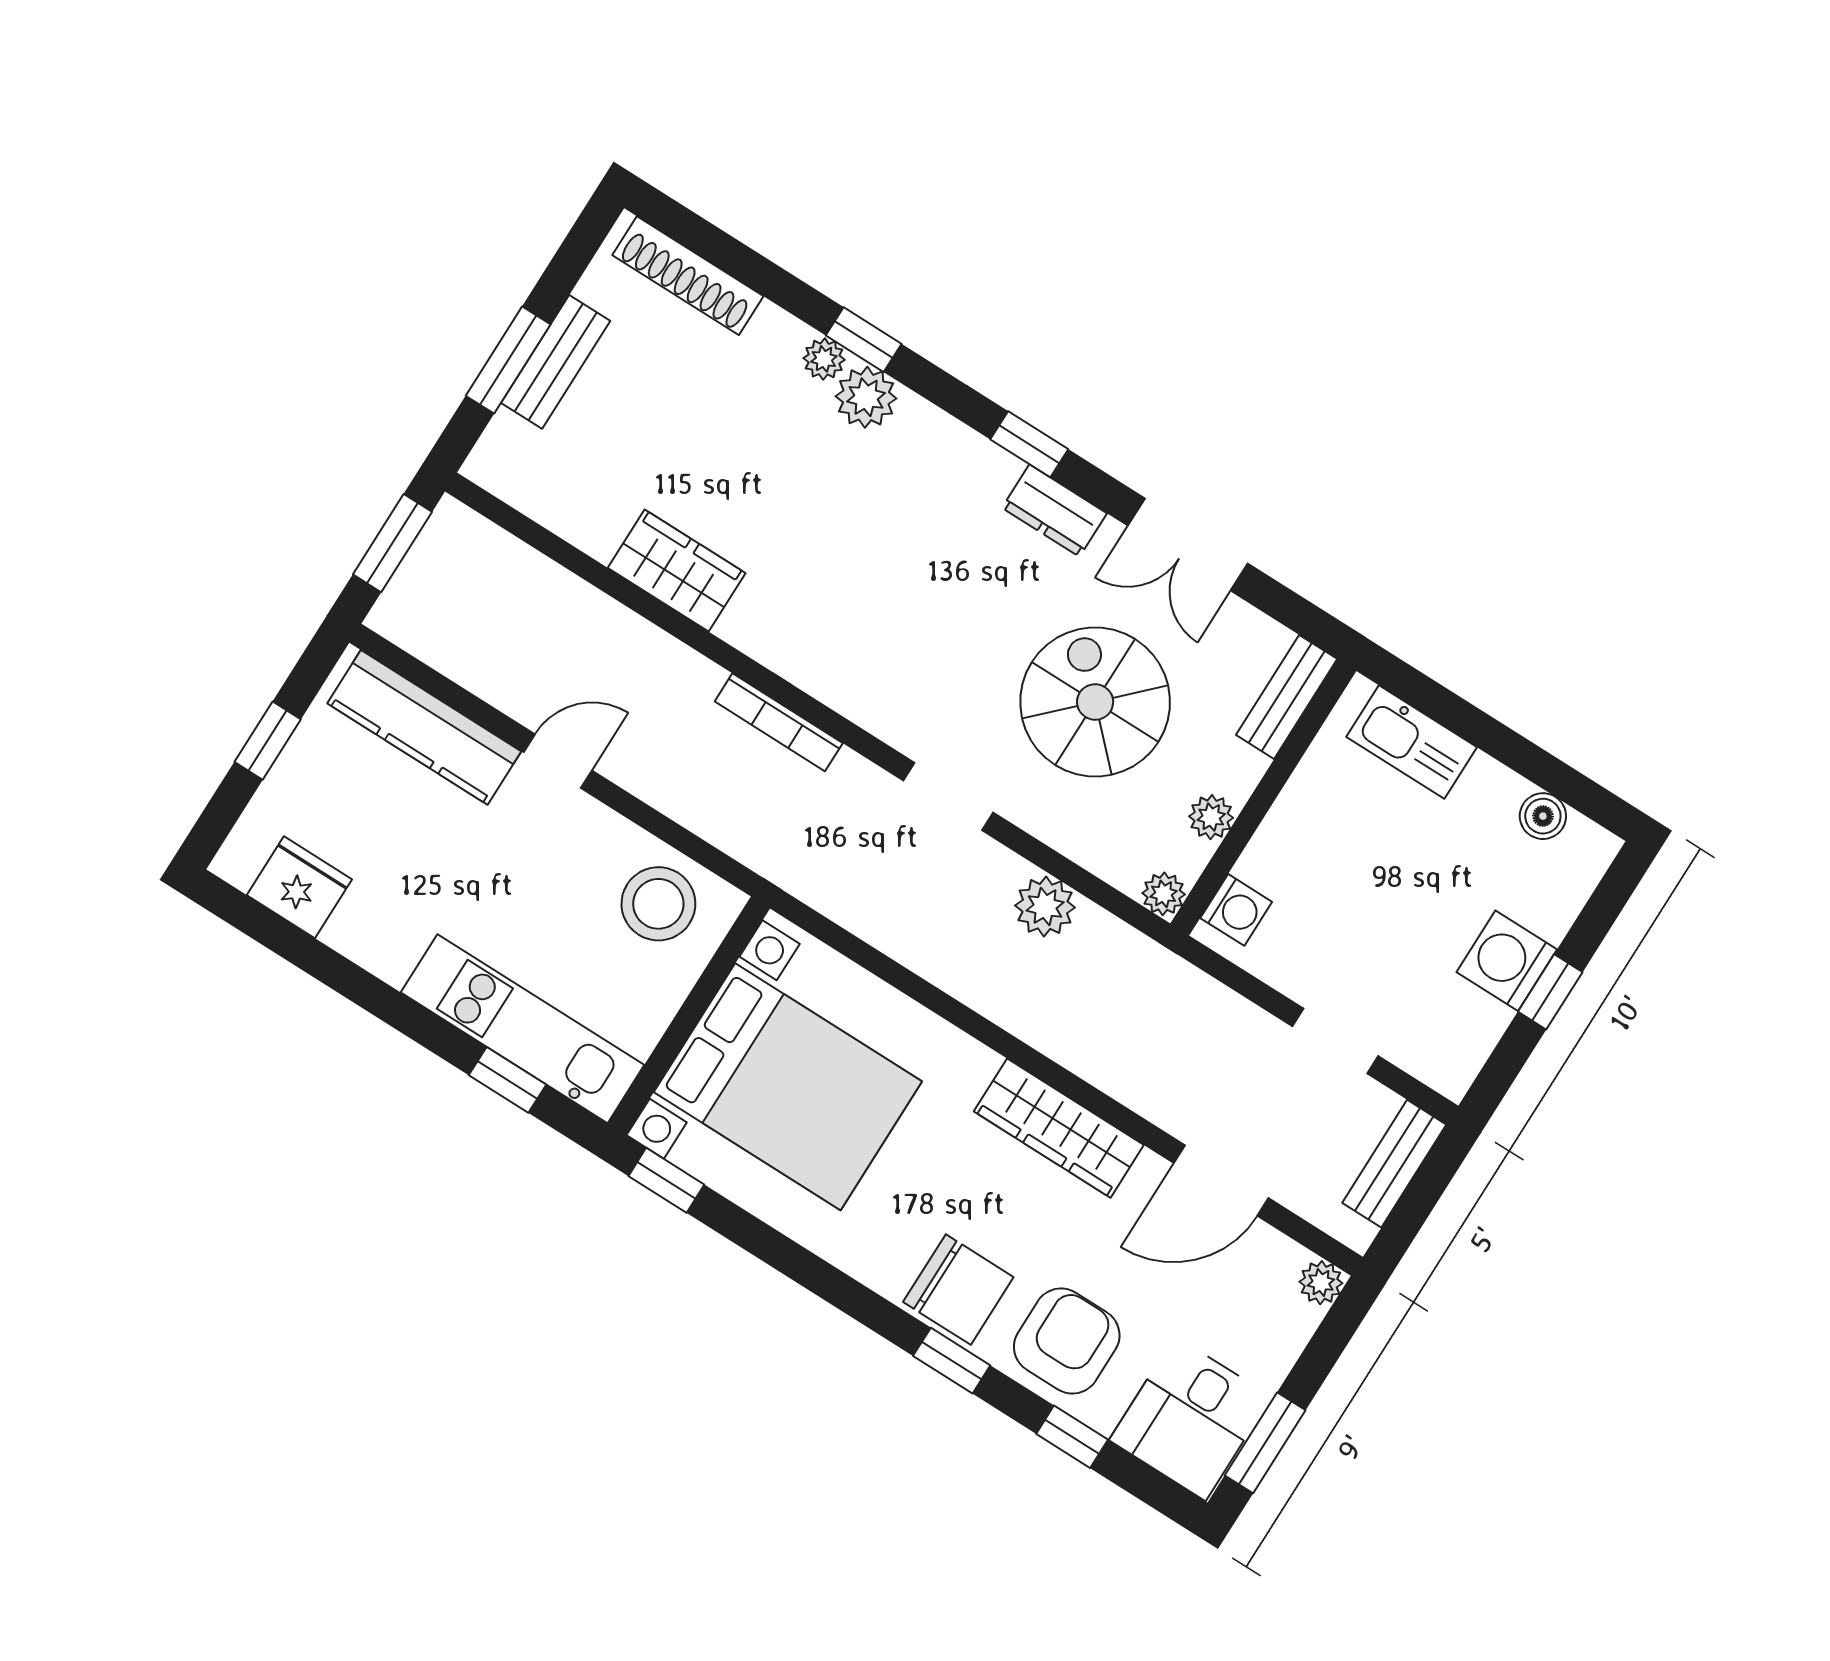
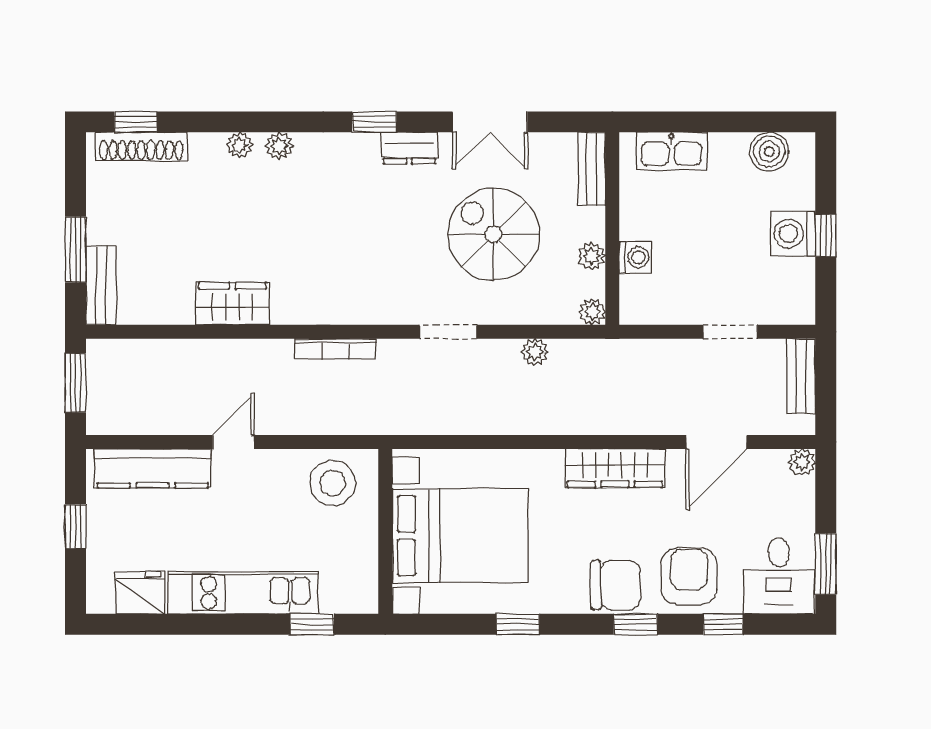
window: (864, 340) -> (136, 122), moved
bench: (556, 362) -> (101, 286), moved
plant: (866, 397) -> (279, 146), width x0.73, depth x0.73
boiler: (1543, 816) -> (769, 152), width x1.36, depth x1.36
plant: (1045, 906) -> (535, 352), width x0.73, depth x0.73
washing machine: (1236, 910) -> (635, 257), moved
kitchen unit: (522, 1029) -> (243, 593), moved
window: (666, 1180) -> (518, 624), moved

